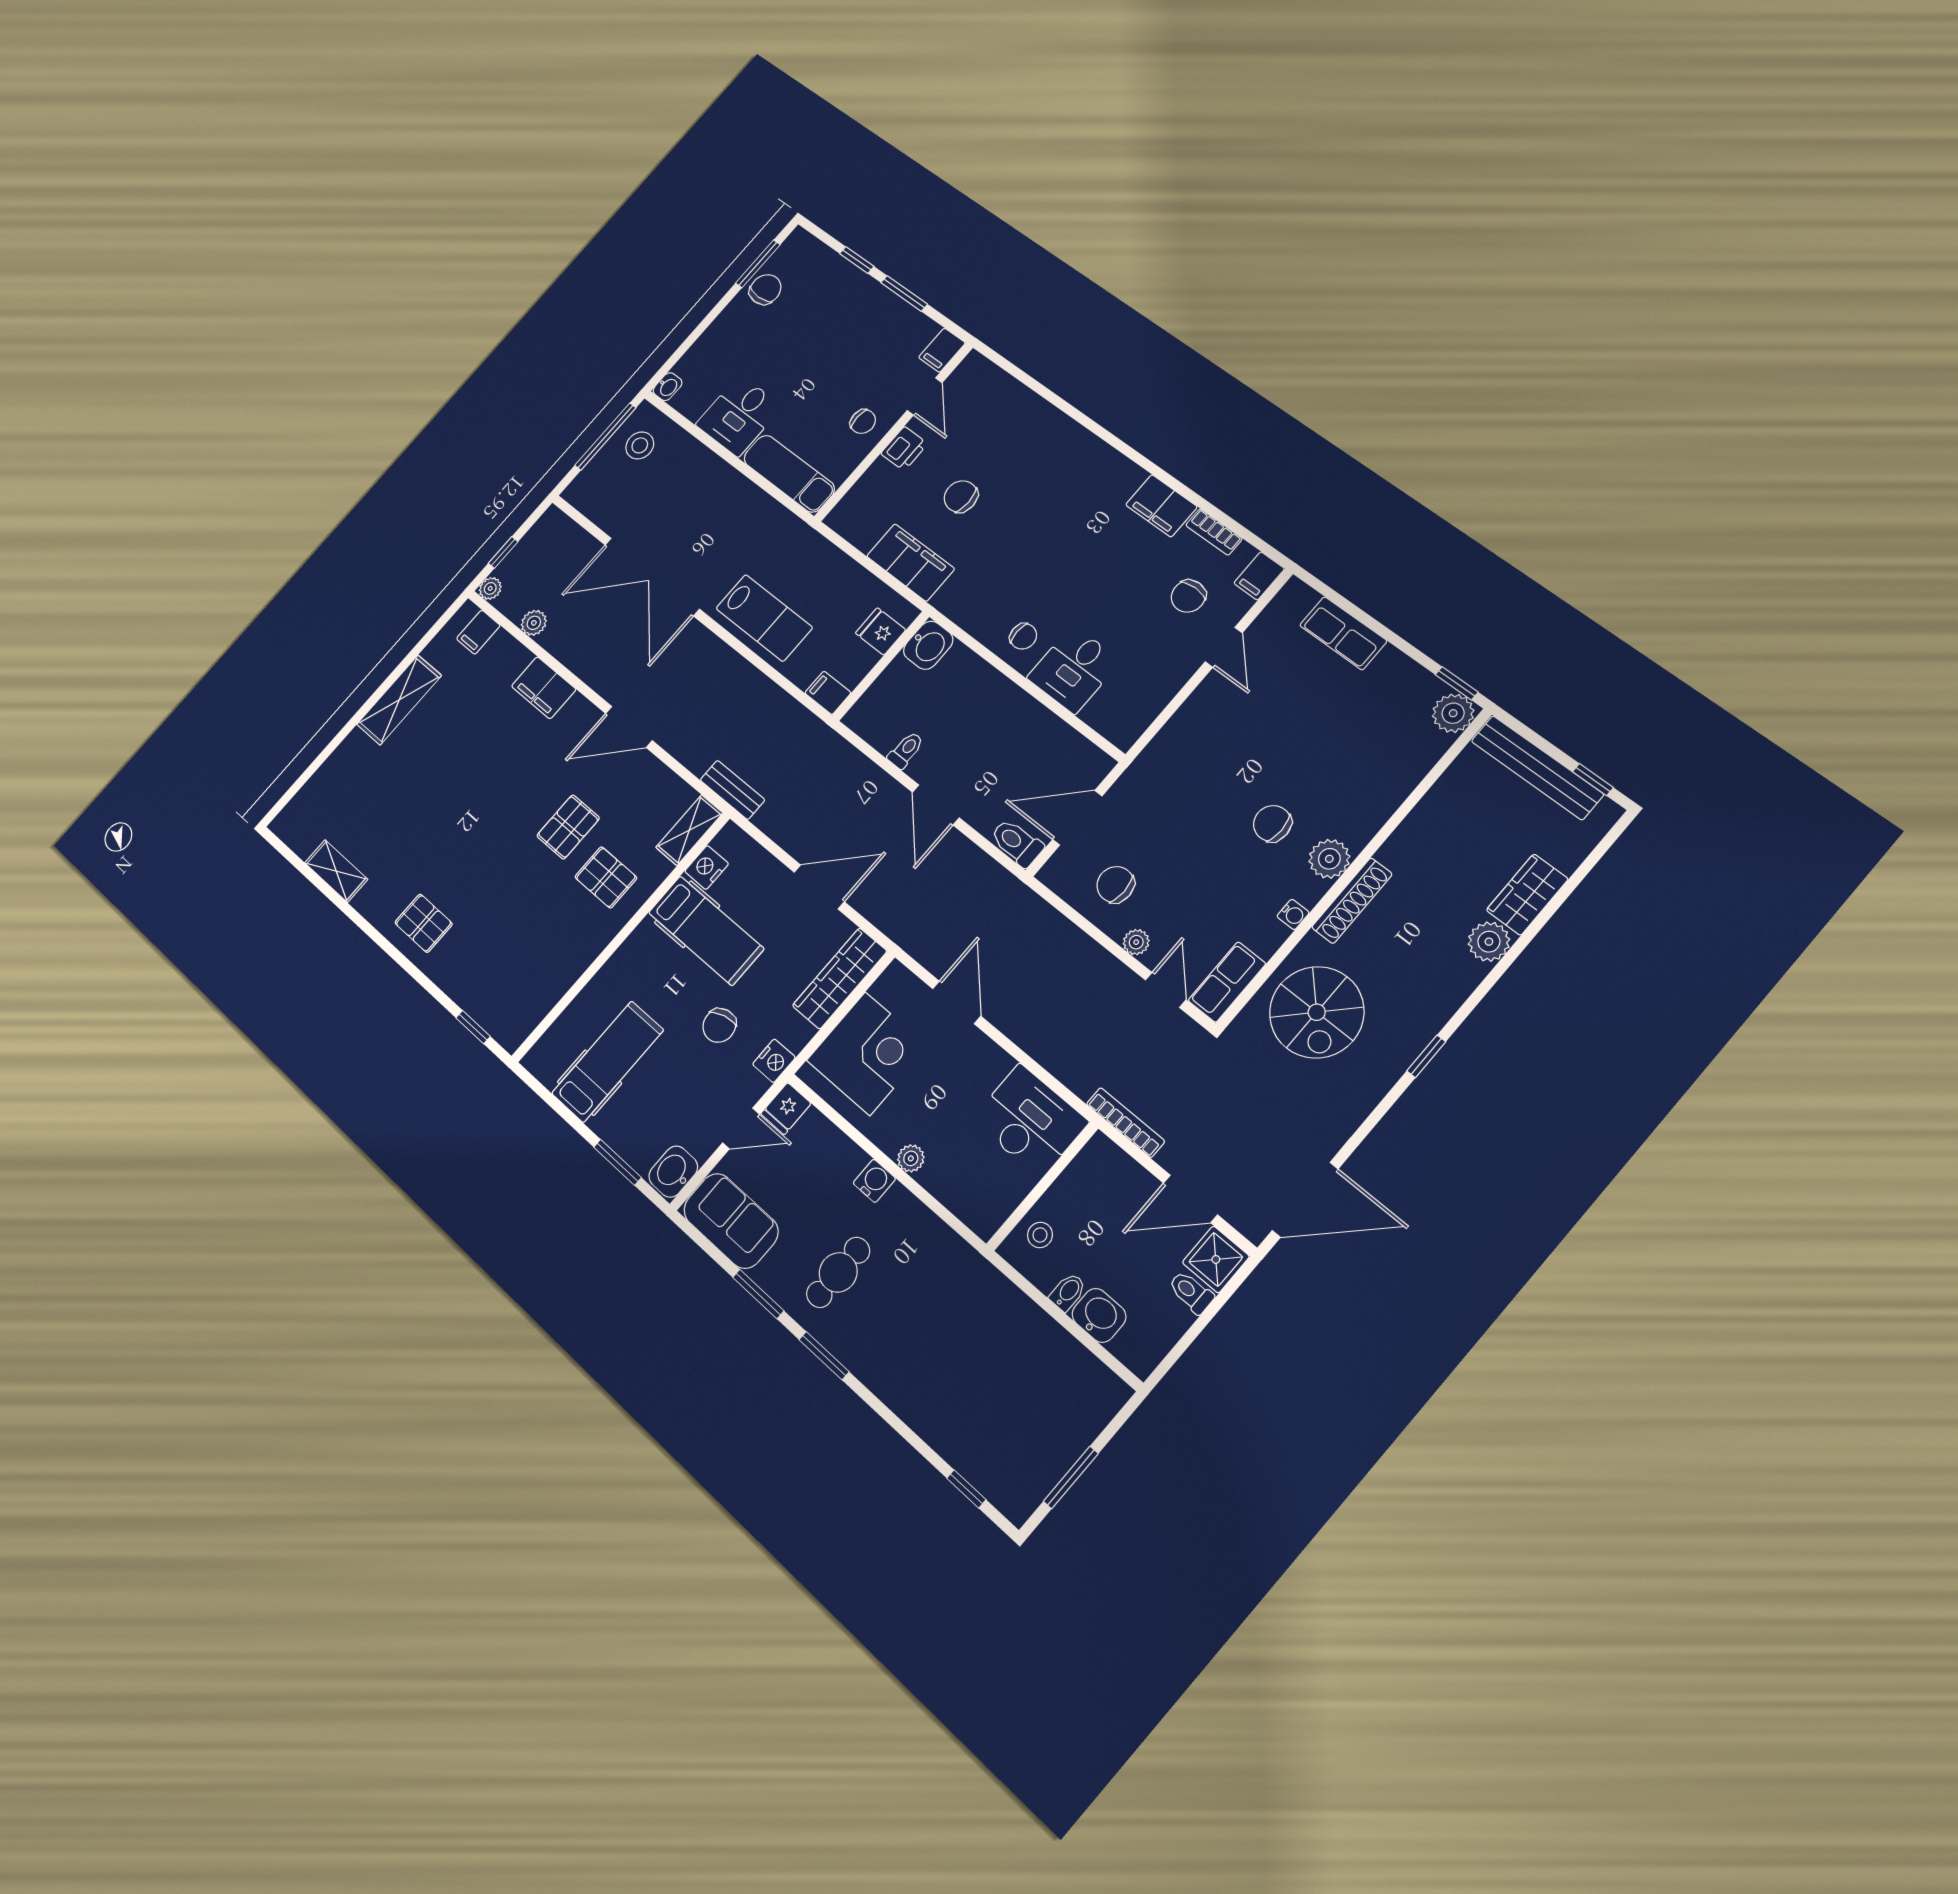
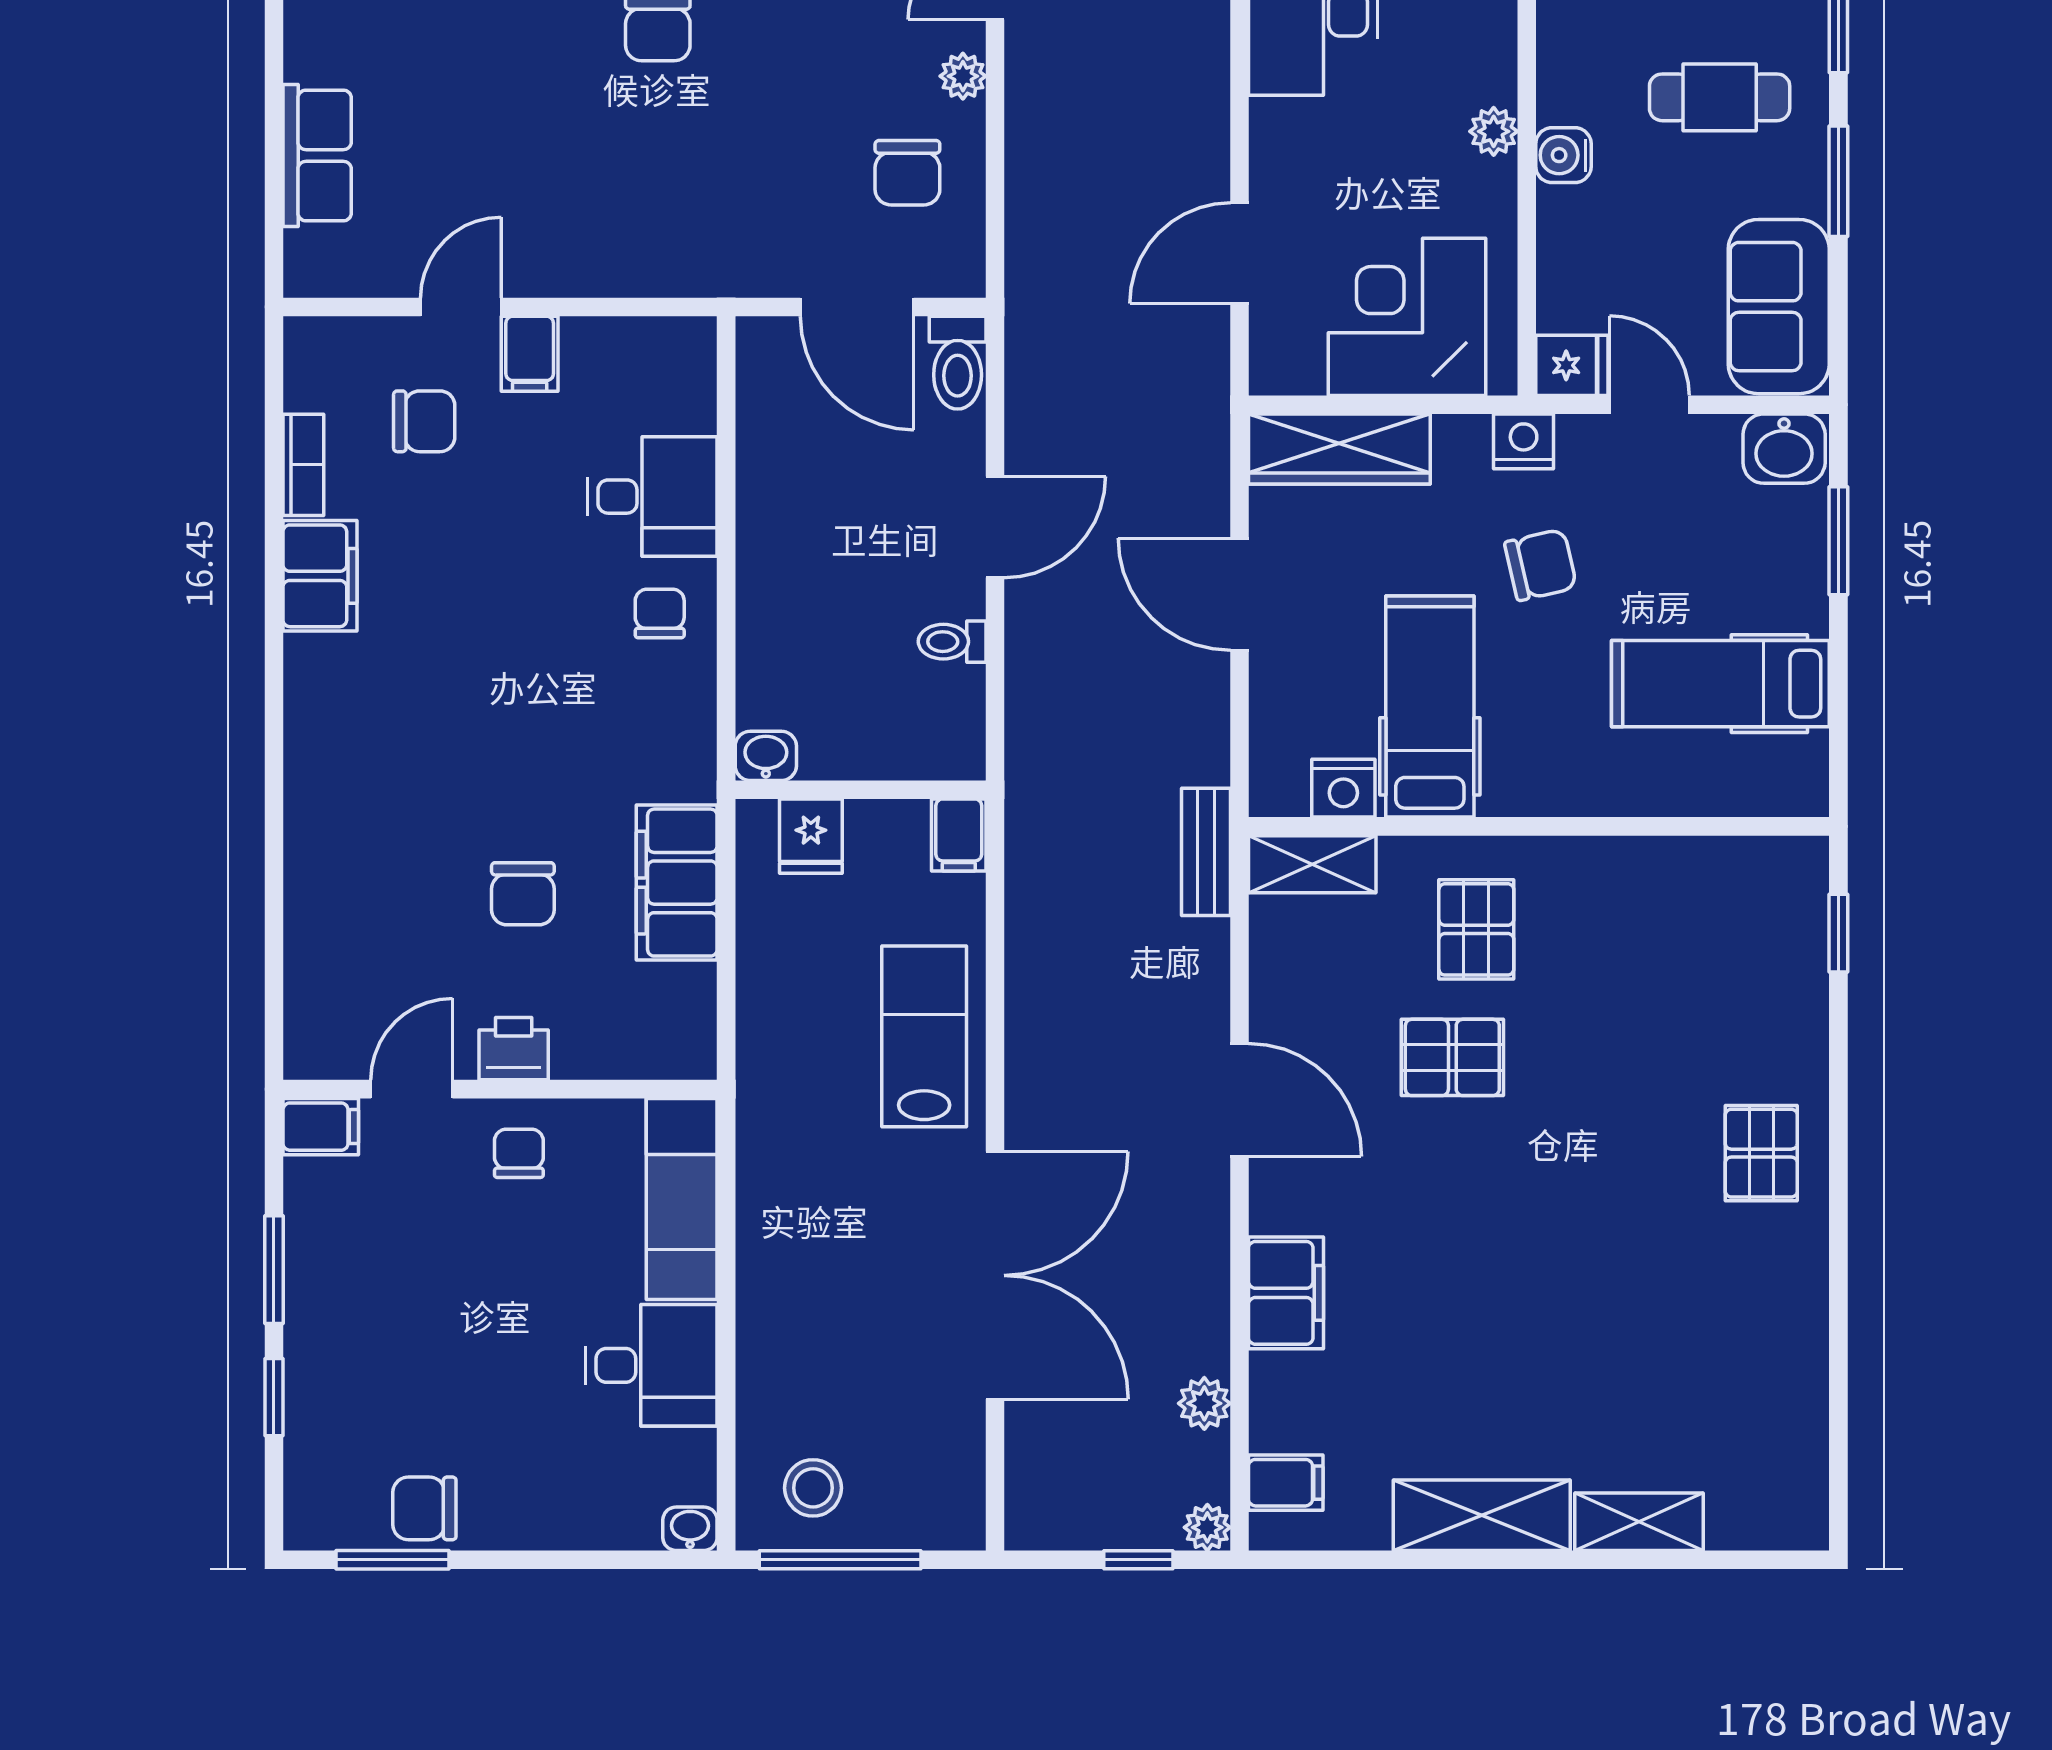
filing cabinet: (1259, 576) -> (530, 354), moved, turned 90
washbasin: (928, 645) -> (766, 756), width x0.72, depth x0.69
shelving: (336, 871) -> (1639, 1522), moved, turned 90

